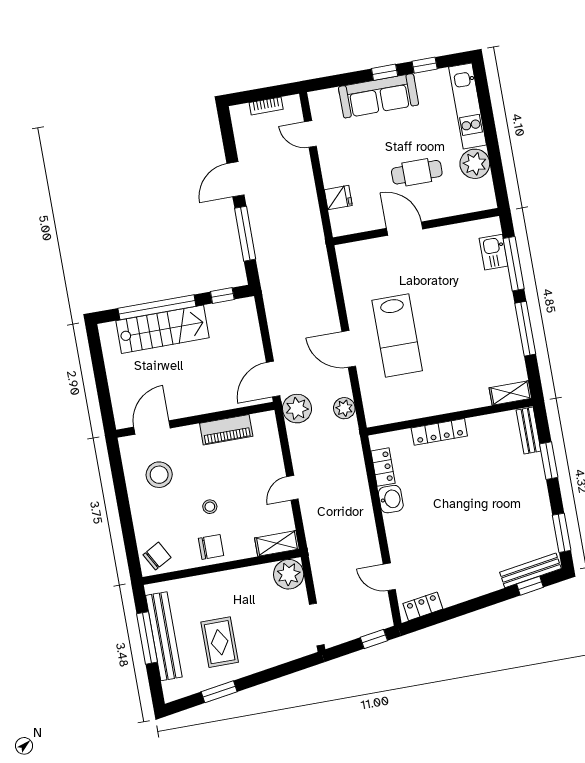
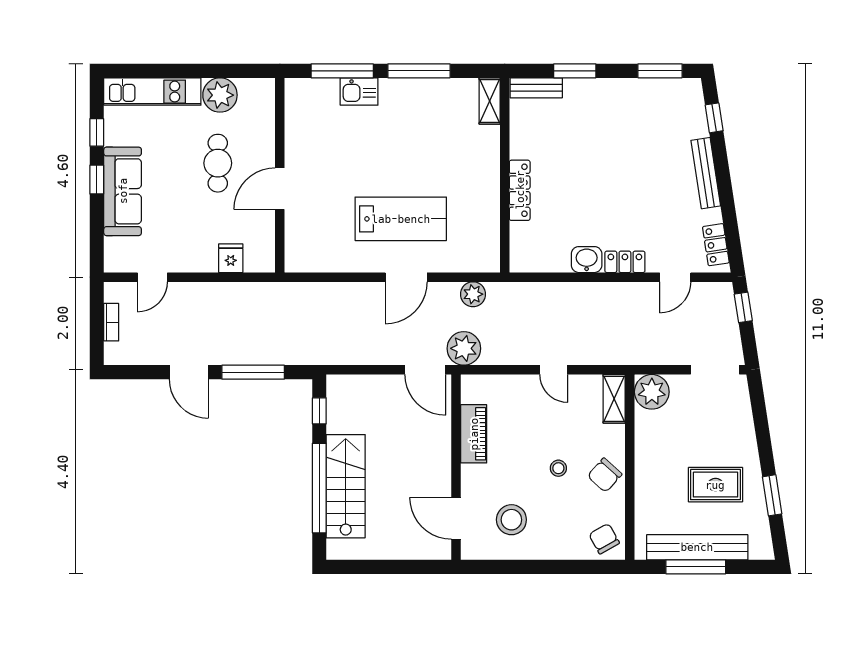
kitchen sink: (494, 252) -> (359, 92), moved
locker: (383, 467) -> (625, 262), moved
chair: (211, 547) -> (605, 475), turned -138
bench: (530, 570) -> (706, 173), moved

